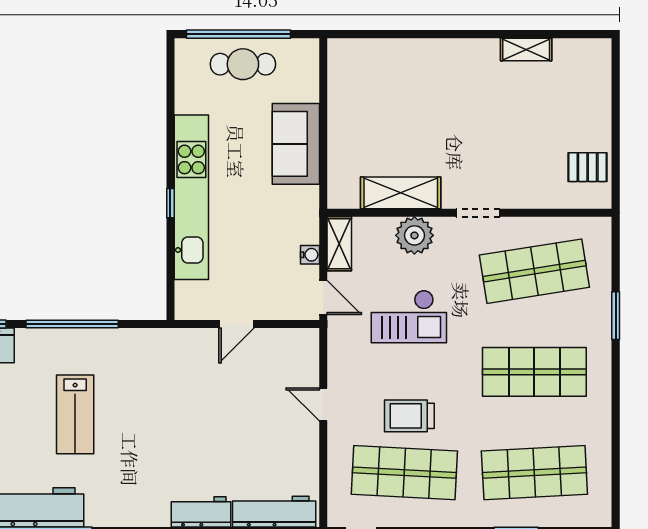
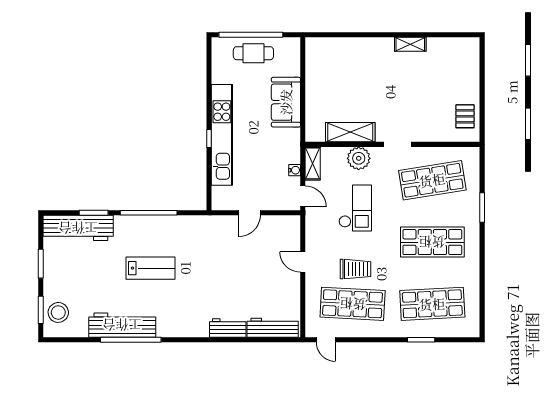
shelving: (526, 49) -> (410, 44), moved
pallet: (588, 167) -> (465, 116), turned 90
checkout: (409, 316) -> (355, 208), turned -90
lab bench: (75, 414) -> (151, 268), turned -90
trolley: (409, 416) -> (356, 269), turned 180

